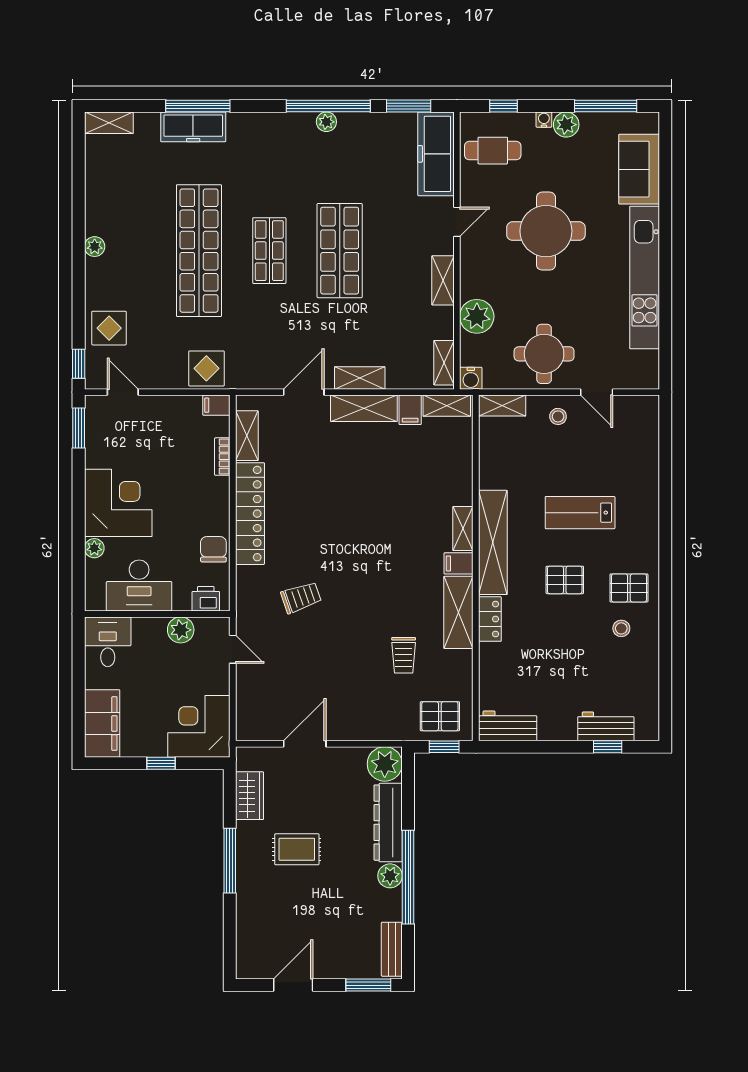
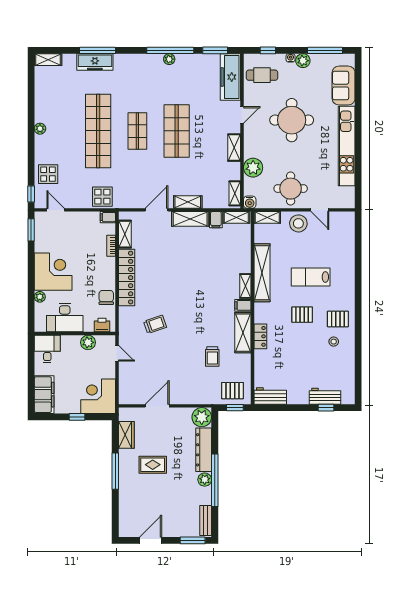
stool: (558, 416) -> (298, 223), width x1.89, depth x1.89
shelving: (493, 542) -> (262, 273), moved

